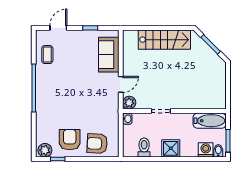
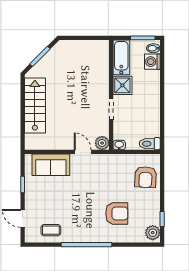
armchair: (70, 140) -> (117, 213), moved, turned 180
toilet: (144, 147) -> (150, 144), moved
shower: (171, 148) -> (122, 85), moved

